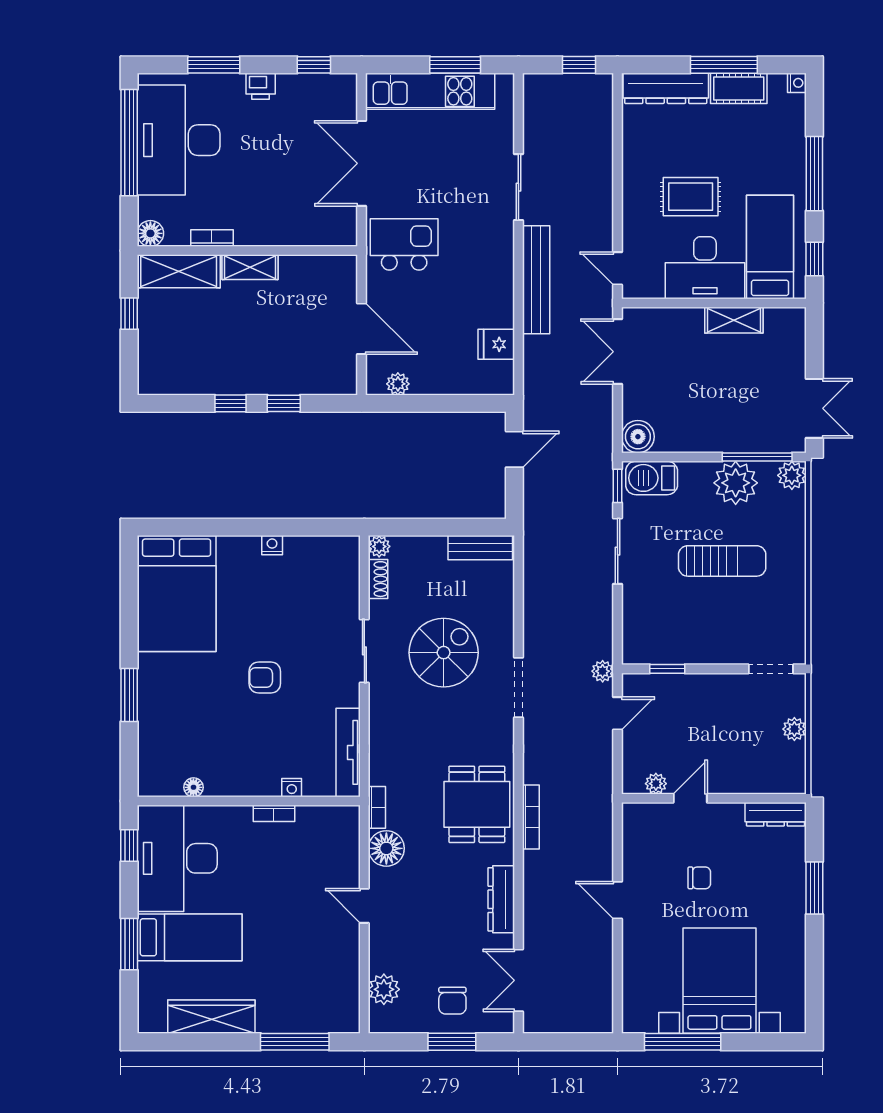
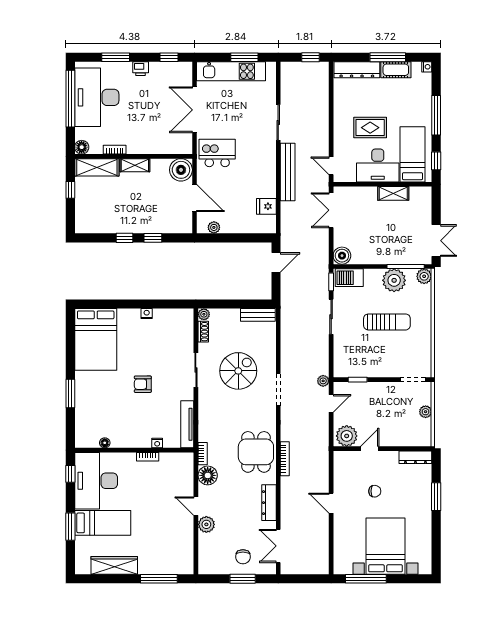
boiler: (336, 276) -> (181, 170), added
plant: (656, 784) -> (347, 436), width x1.88, depth x1.88
plant: (384, 989) -> (206, 524), moved

